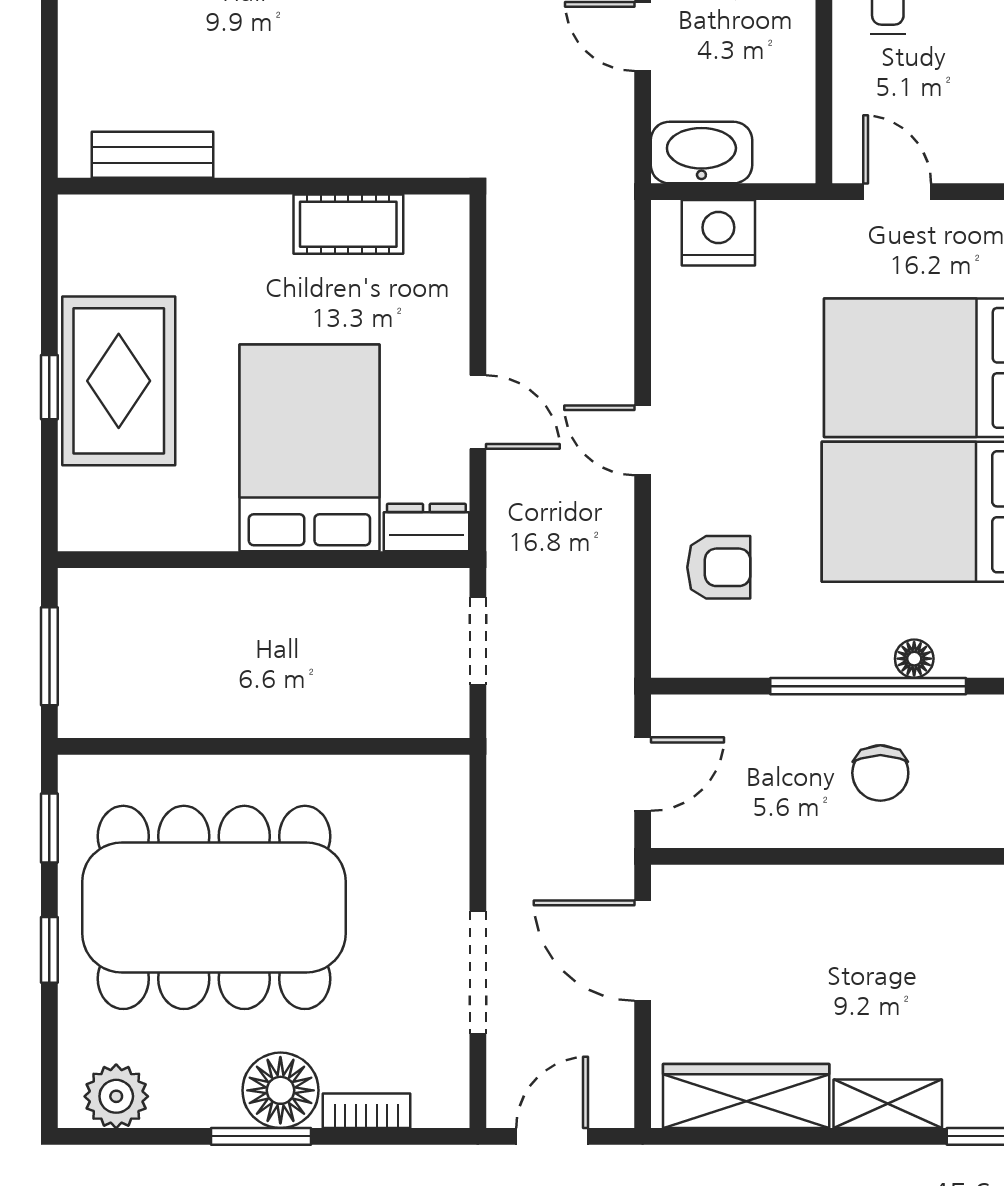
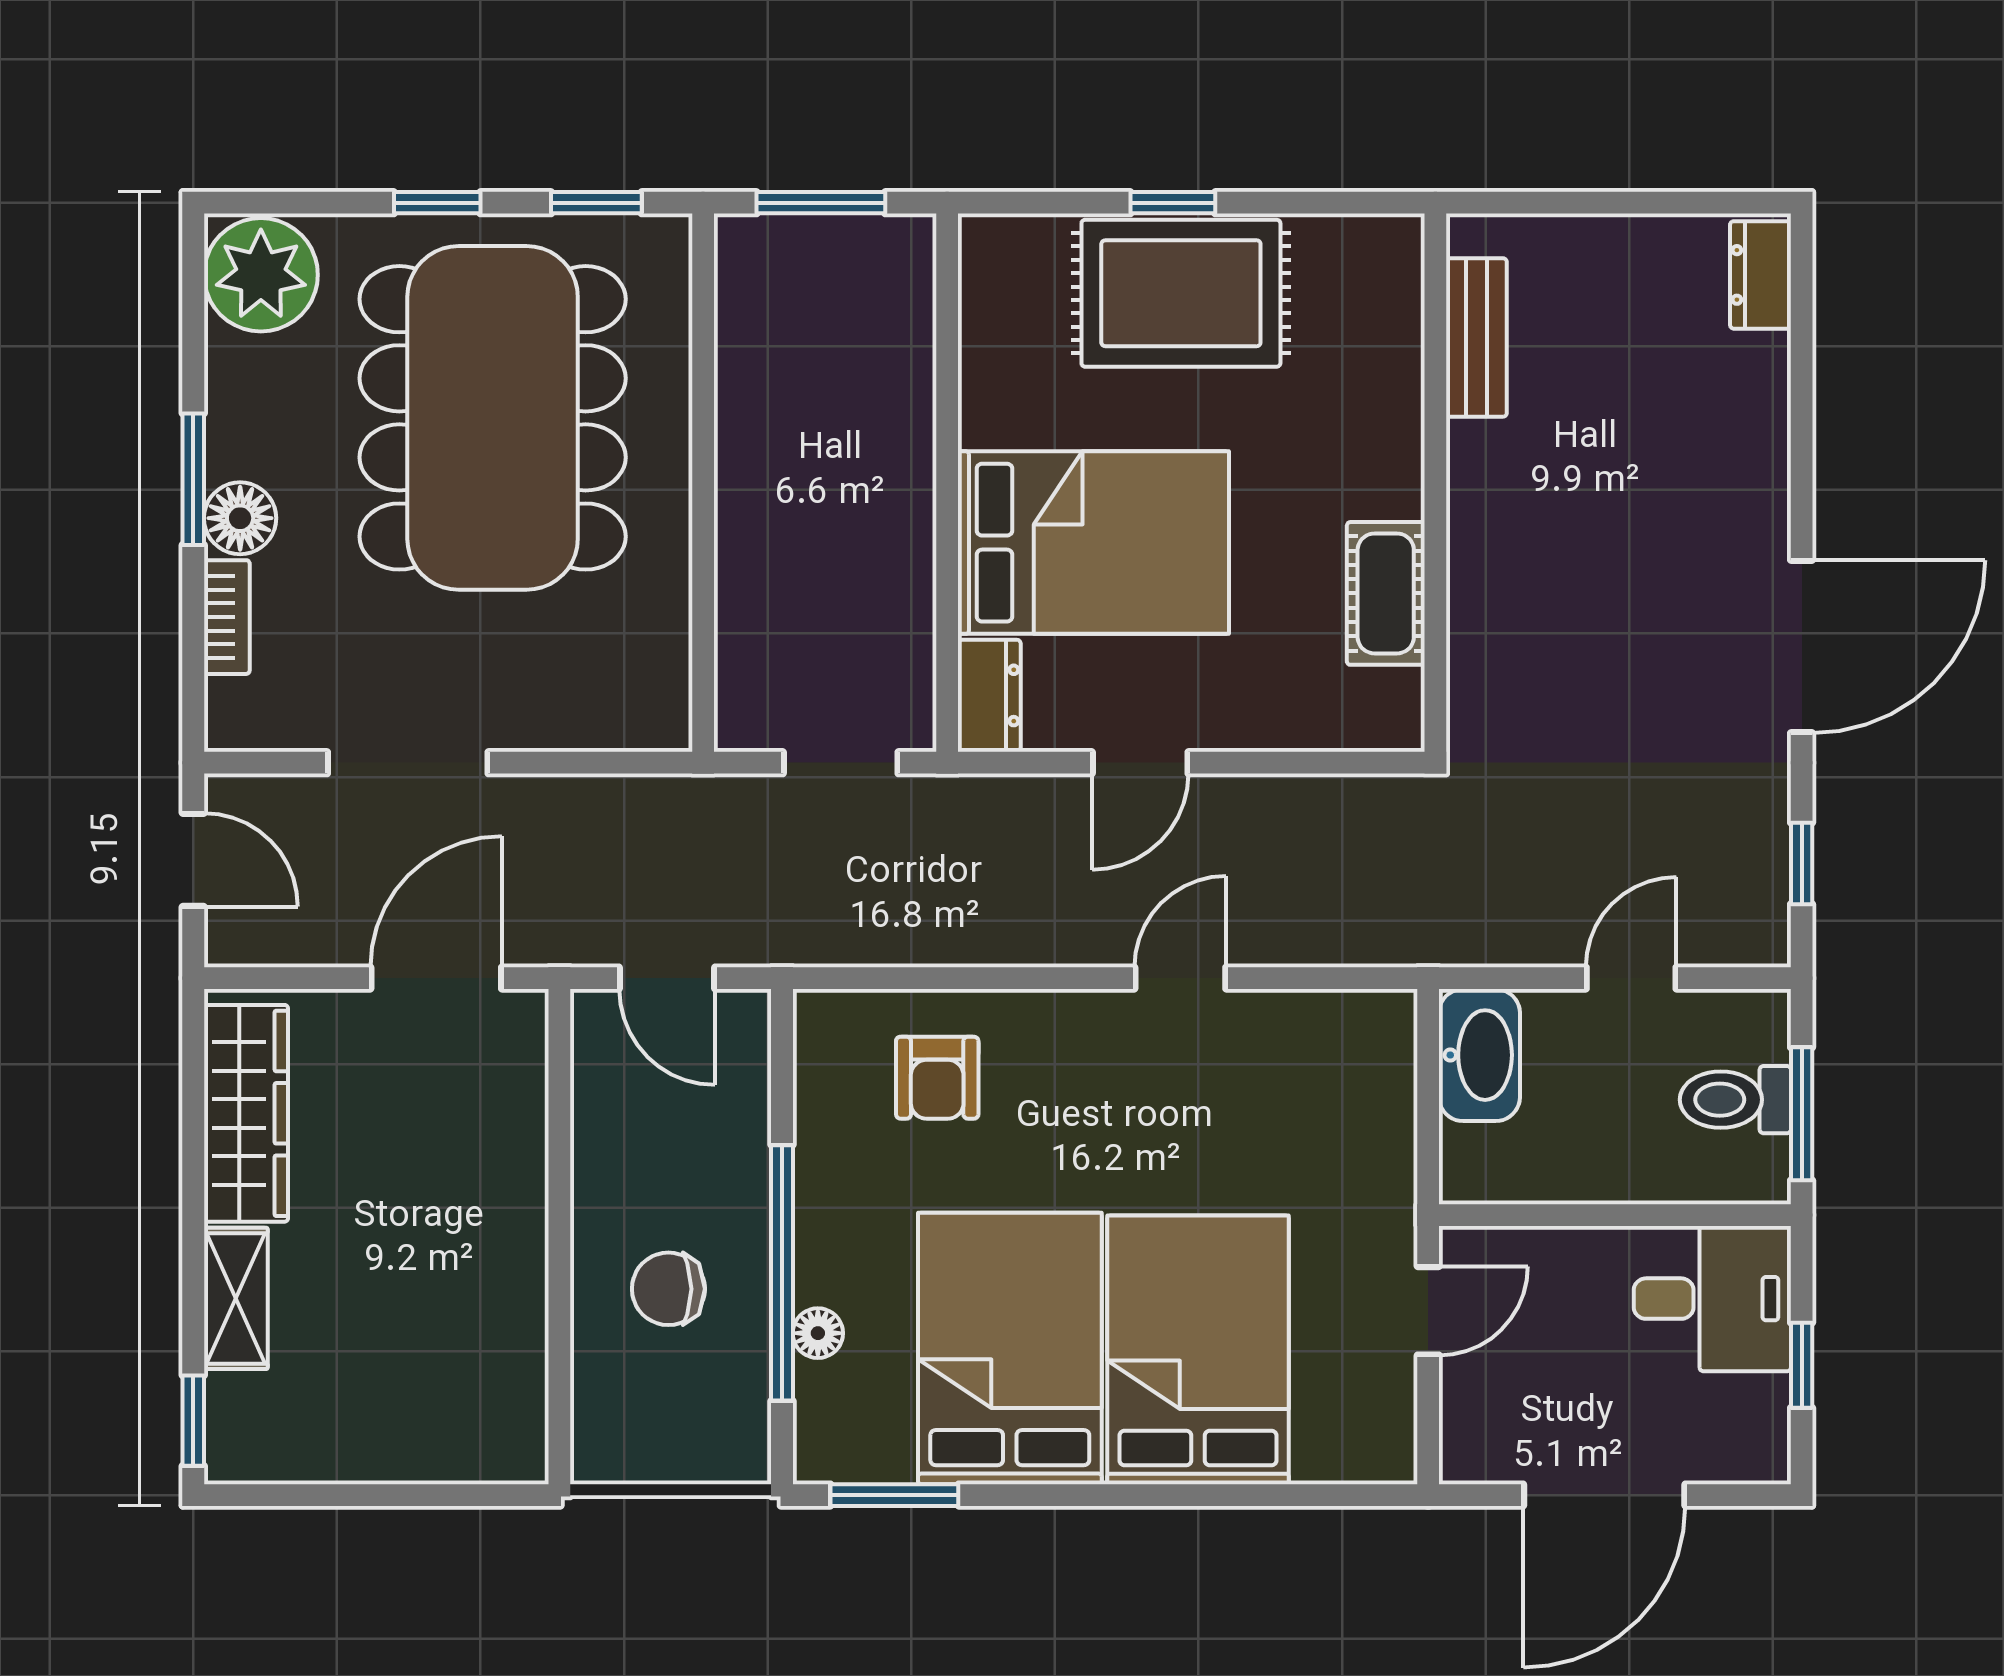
nightstand: (718, 233) -> (1375, 1077), removed
door: (643, 440) -> (1180, 978), moved
floor lamp: (280, 1090) -> (240, 518), width x0.73, depth x0.73
plant: (116, 1096) -> (261, 275), width x1.36, depth x1.36

